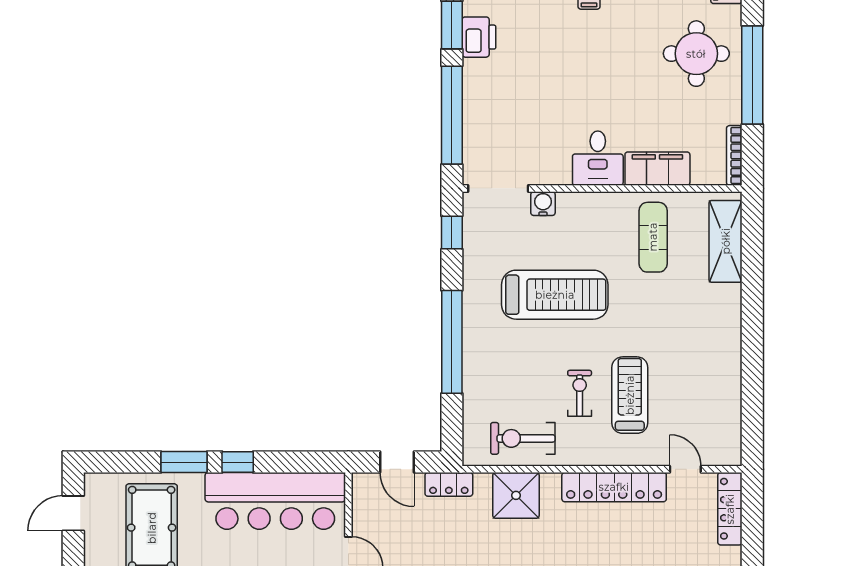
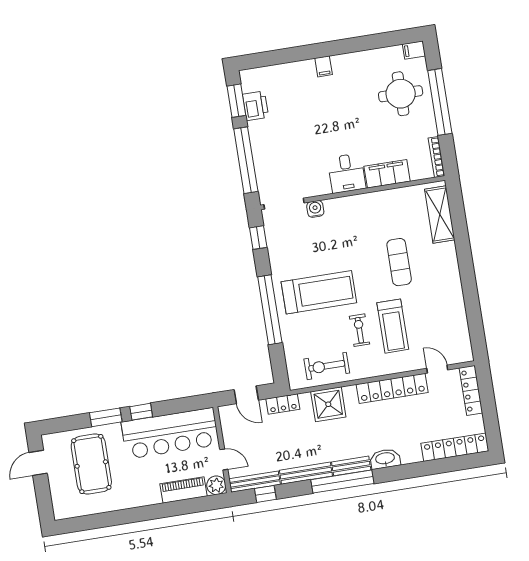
exercise mat: (653, 237) -> (399, 262), moved
treadmill: (555, 295) -> (319, 292), moved
treadmill: (630, 395) -> (393, 326), turned 180

